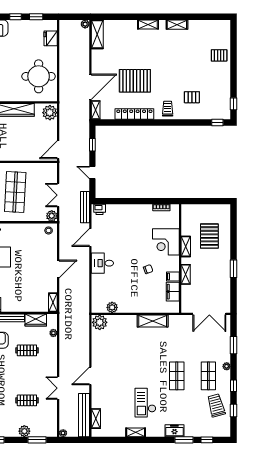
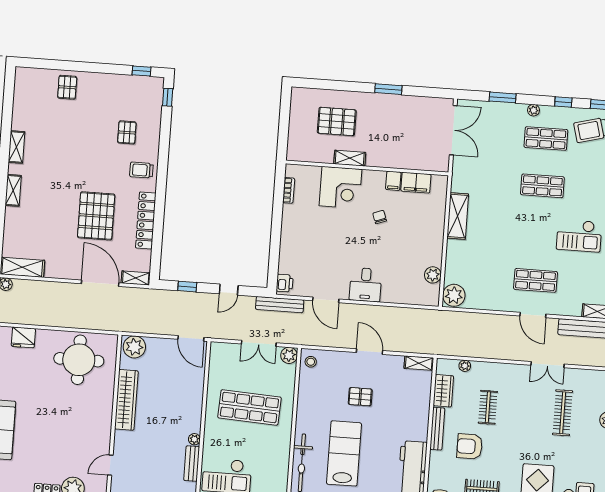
pallet: (28, 265) -> (360, 397), added
shelving: (186, 274) -> (391, 161), removed
shop shelf: (114, 376) -> (536, 280), added
clothes rail: (27, 400) -> (563, 413), width x1.36

